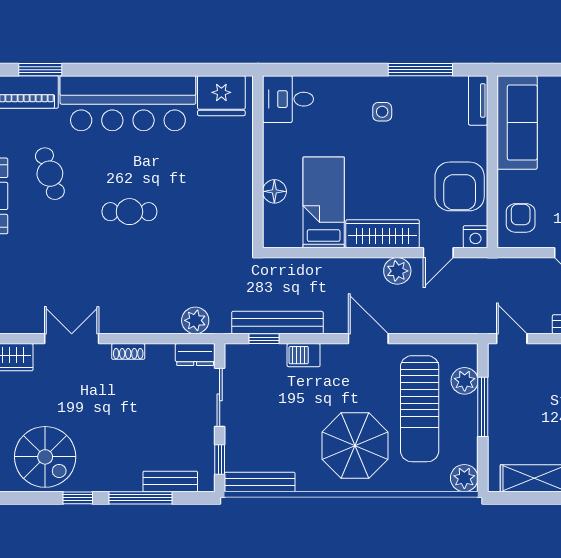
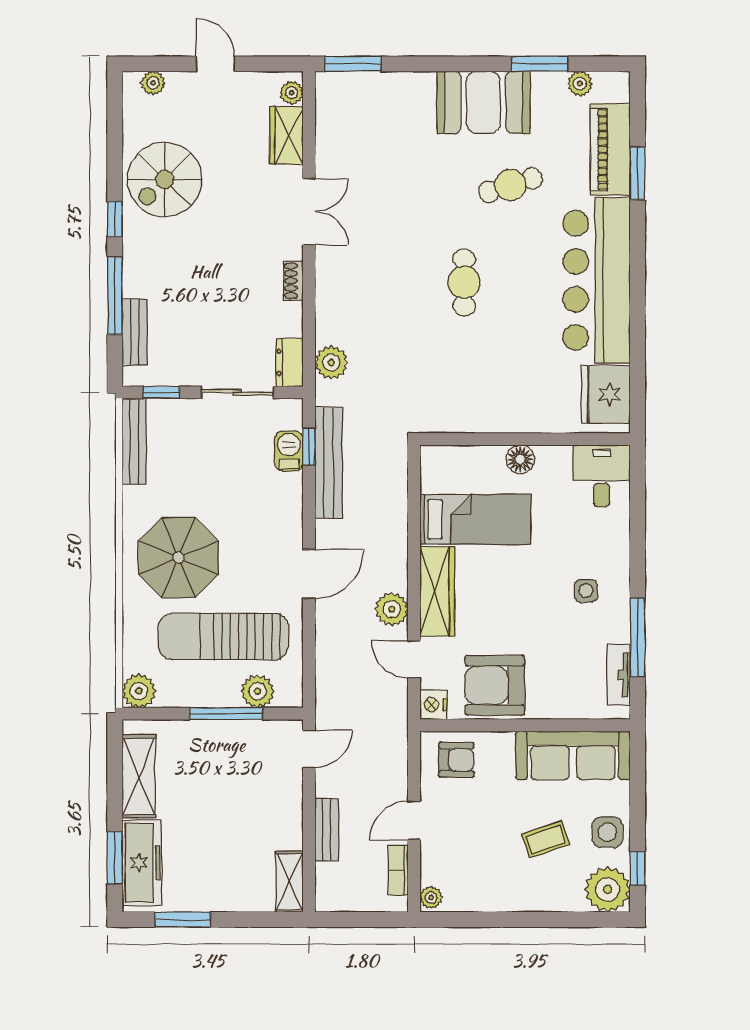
tv unit: (478, 100) -> (619, 675), moved, turned -90
floor lamp: (274, 191) -> (520, 459), moved
barbecue: (304, 355) -> (289, 451), moved

